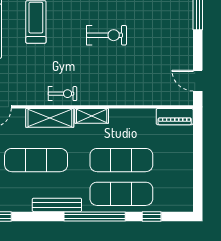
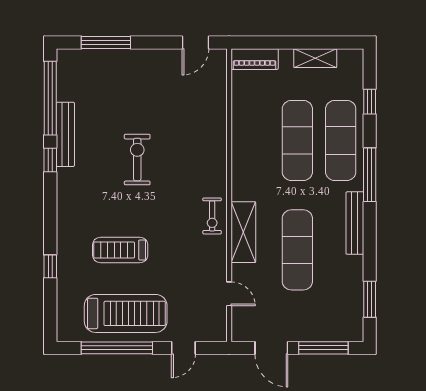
exercise bike: (62, 94) -> (212, 216), turned 180
shelving: (92, 116) -> (315, 58), moved, turned 90
piano: (175, 117) -> (255, 59), moved, turned 90
window: (95, 216) -> (370, 175), width x0.68

